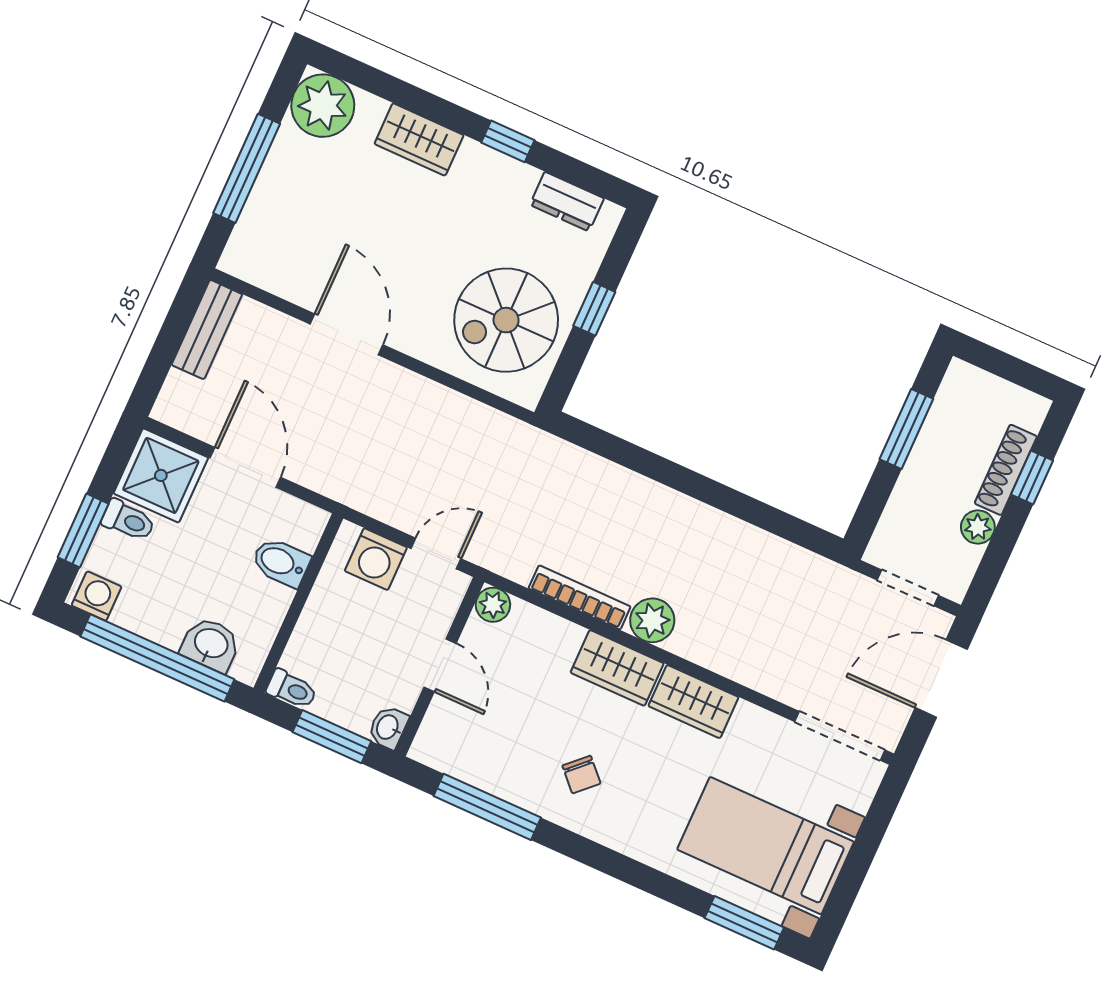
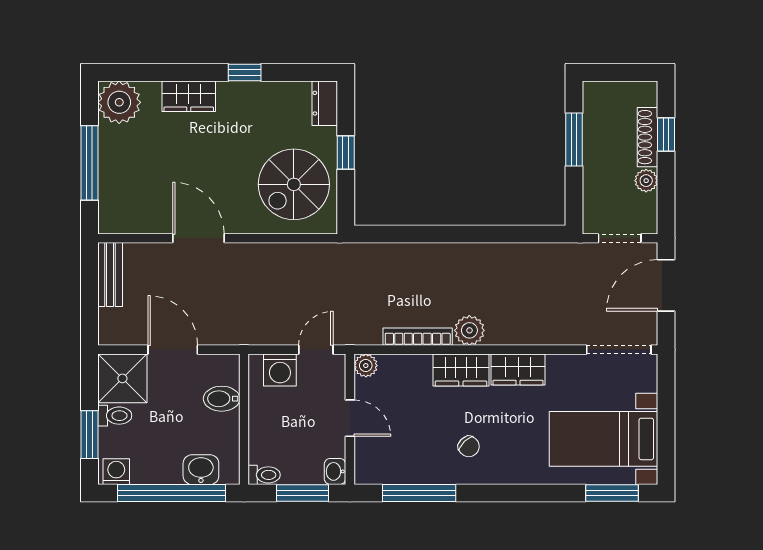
dresser: (567, 202) -> (325, 103), moved, turned 90

